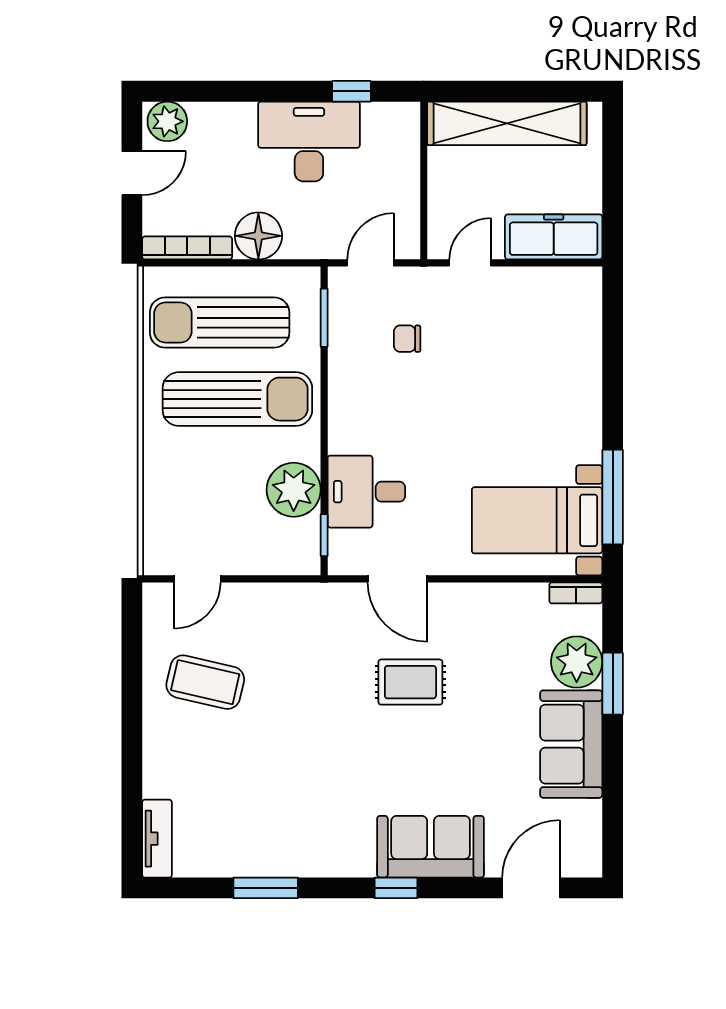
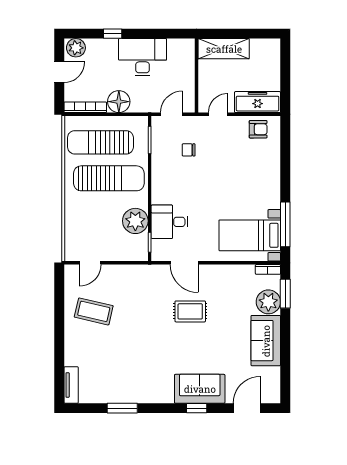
window: (352, 91) -> (113, 34), moved
shelving: (507, 123) -> (224, 49), width x0.68
armchair: (555, 295) -> (258, 129), added
window: (613, 684) -> (285, 294), moved
window: (396, 888) -> (197, 408), moved

